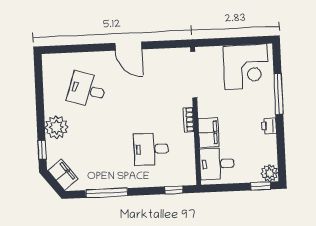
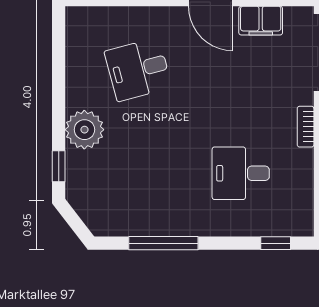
desk: (87, 90) -> (138, 69), turned -33
filing cabinet: (63, 175) -> (261, 21), moved, turned 128

